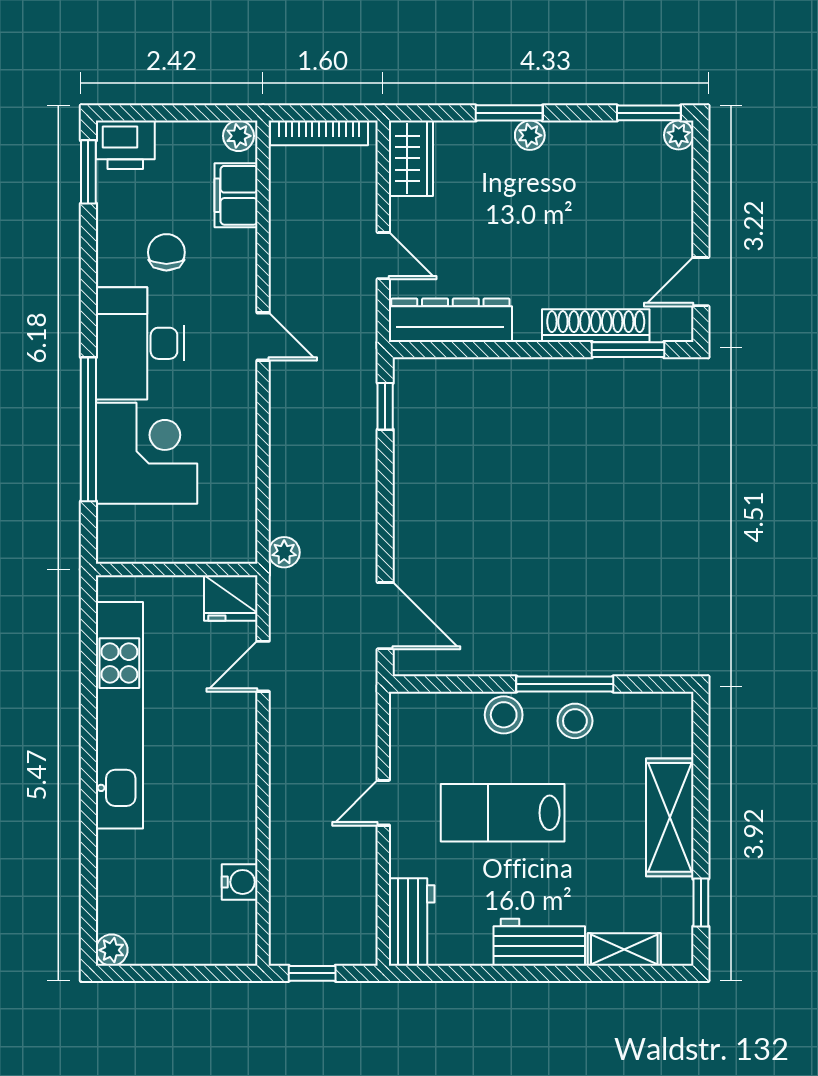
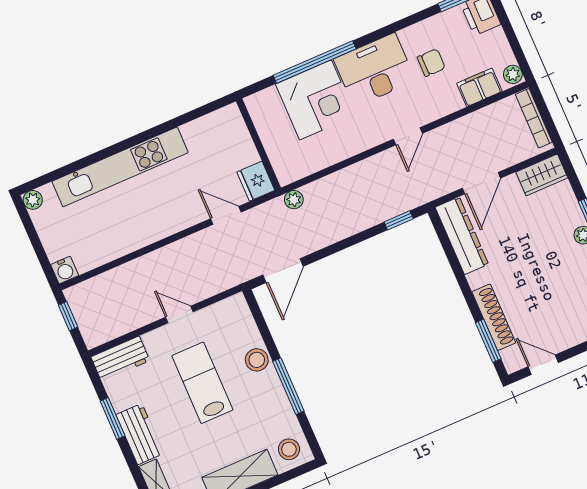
door: (383, 256) -> (481, 183), width x1.37
kitchen unit: (119, 715) -> (120, 167), moved
stool: (575, 721) -> (289, 449), moved
water cooler: (240, 882) -> (65, 270), moved
window: (497, 973) -> (113, 418), added

